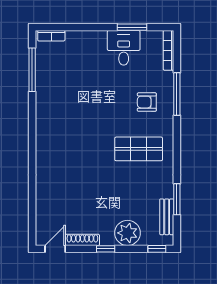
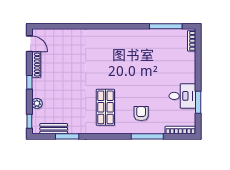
plant: (128, 233) -> (37, 103), width x0.53, depth x0.53

